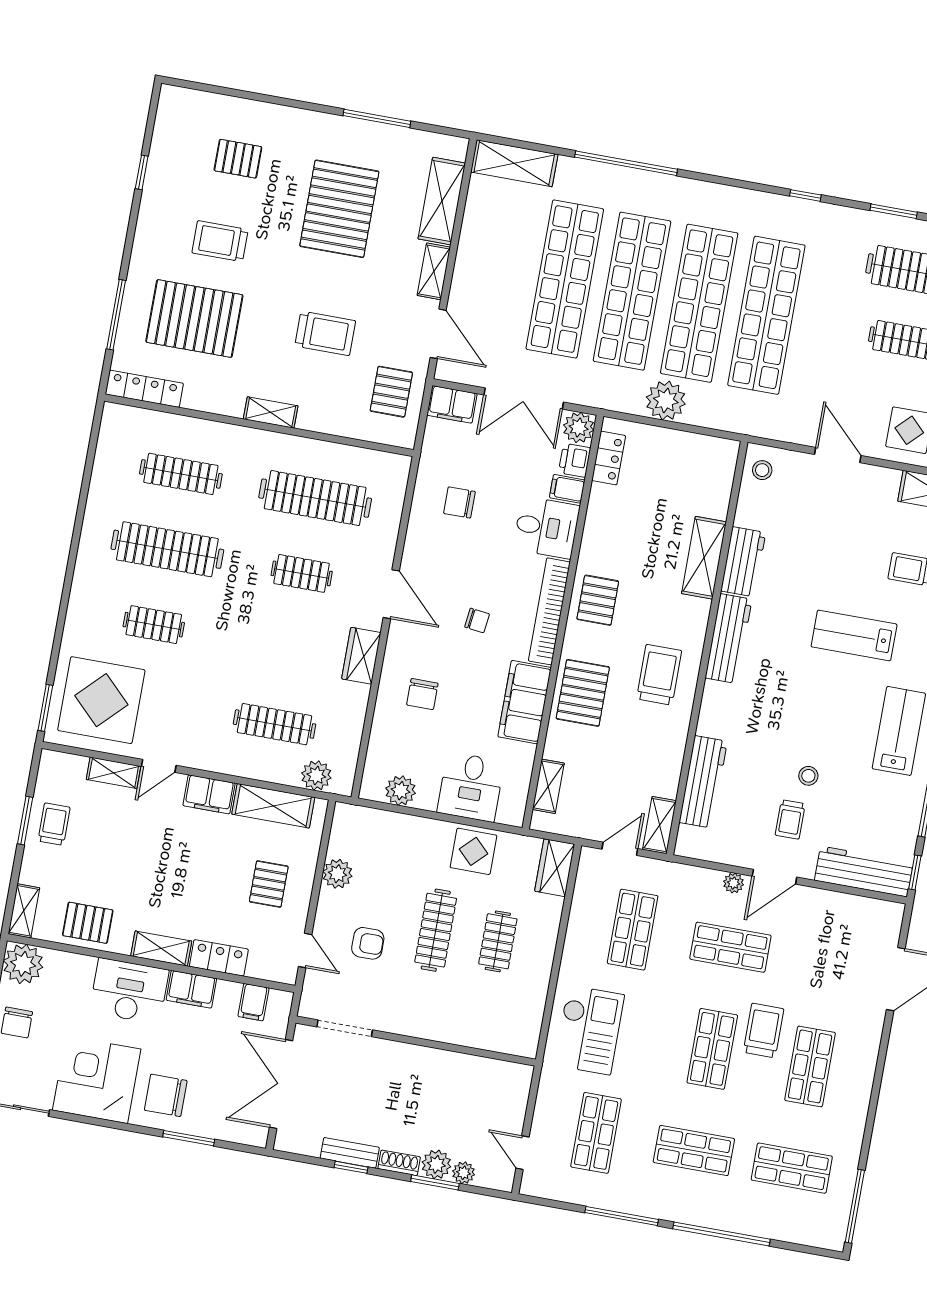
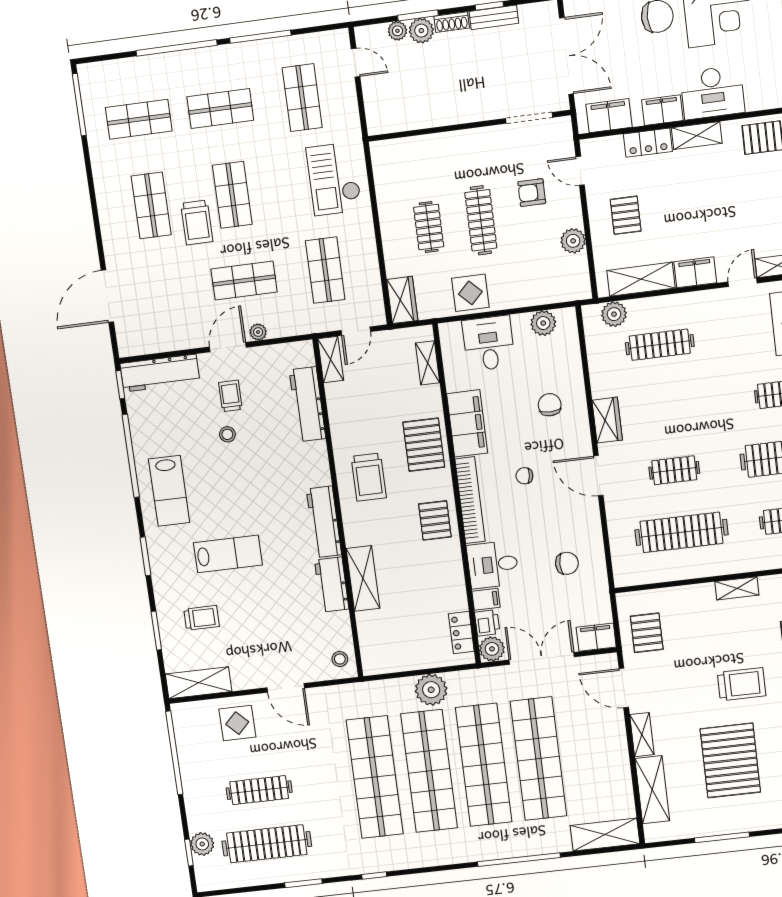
trolley: (325, 333) -> (742, 684), moved, turned 180
filing cabinet: (254, 1002) -> (609, 116), width x2.00

